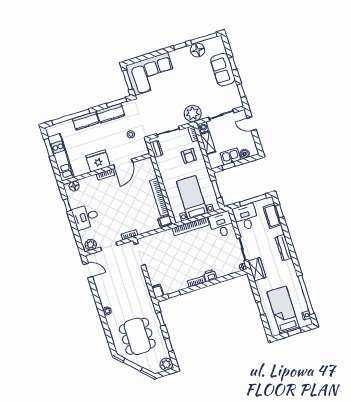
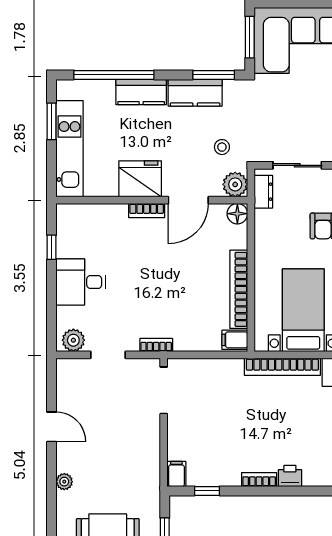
plant: (142, 150) -> (235, 184), added
floor lamp: (74, 186) -> (237, 214), moved
door: (88, 270) -> (52, 427), moved

